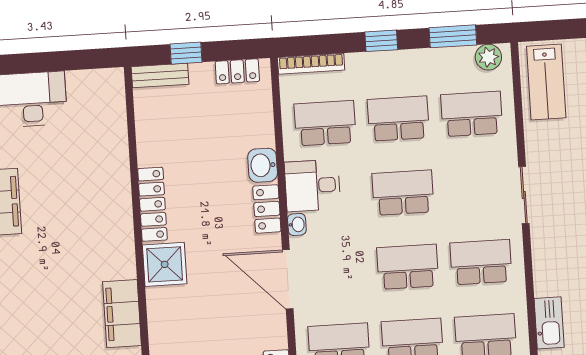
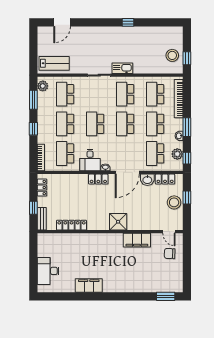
washbasin: (263, 165) -> (147, 180), moved
locker: (152, 204) -> (72, 225), moved
kitchen sink: (549, 323) -> (122, 68), moved

